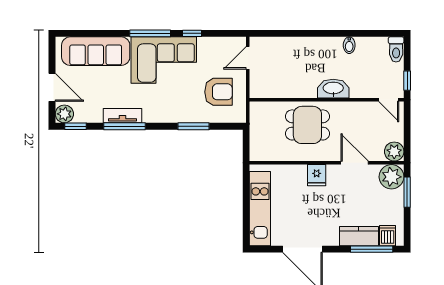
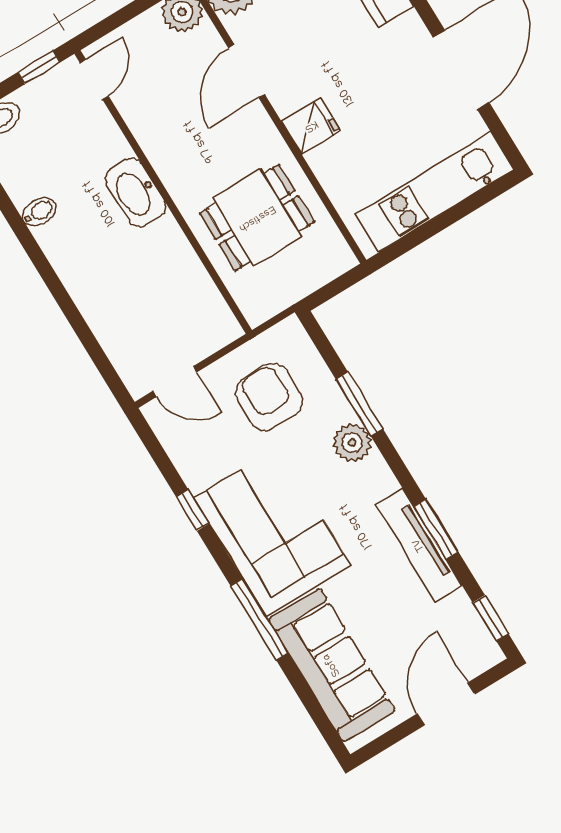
window: (150, 33) -> (259, 619), moved
plant: (64, 114) -> (352, 443), moved
tv unit: (123, 116) -> (419, 545), width x1.41
dining table: (307, 125) -> (257, 218), moved, turned 90
window: (124, 126) -> (436, 529), width x0.69

